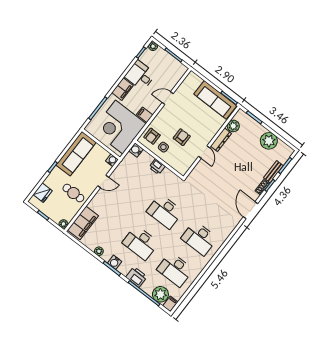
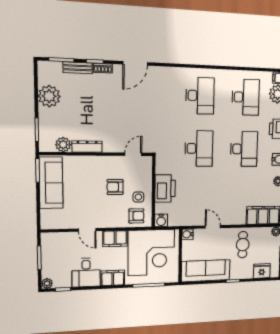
filing cabinet: (145, 115) -> (115, 239), width x2.00
door: (204, 152) -> (133, 154), moved
printer: (157, 167) -> (165, 188), width x1.87, depth x1.48

